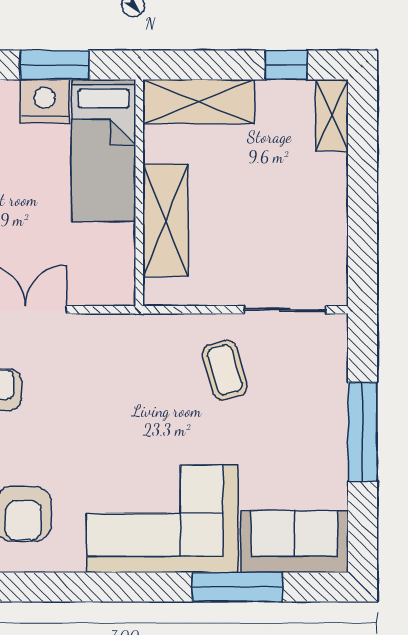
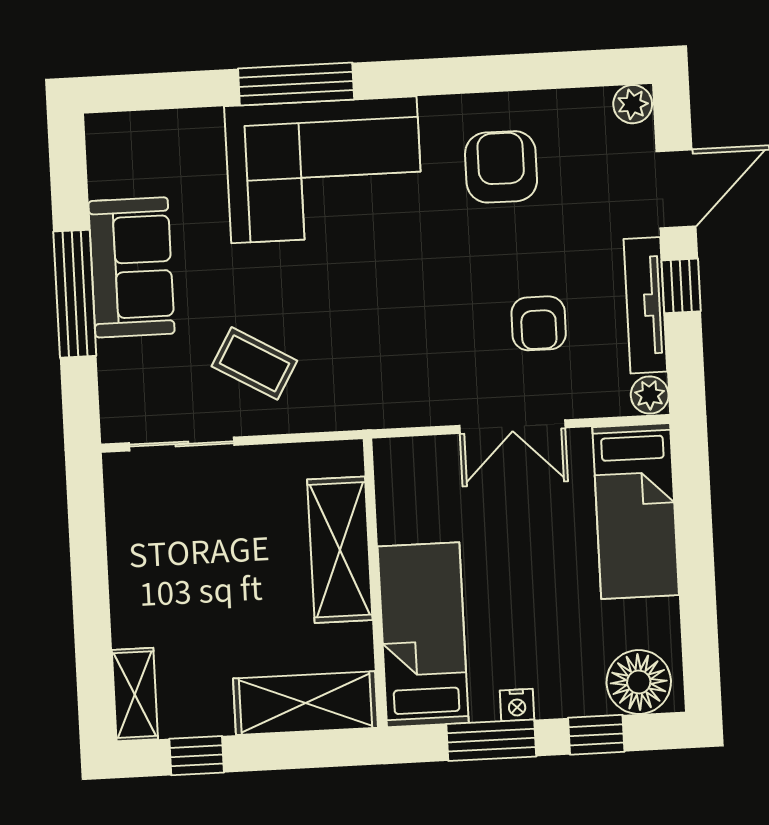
nightstand: (45, 101) -> (517, 705), width x0.53, depth x0.56
coffee table: (225, 370) -> (254, 363), turned -44
sofa: (294, 542) -> (131, 267), moved, turned -90
window: (237, 587) -> (296, 84), moved

